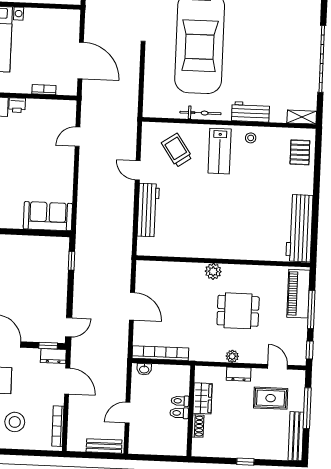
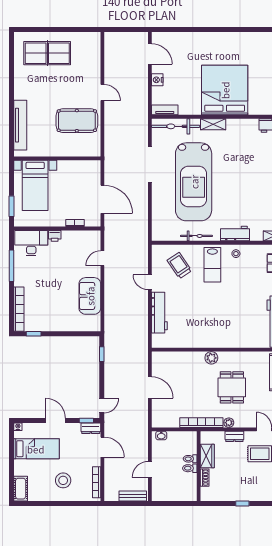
sofa: (48, 216) -> (90, 296), moved, turned -90
dining table: (238, 311) -> (232, 387), turned 90
bookcase: (160, 353) -> (201, 423), moved

